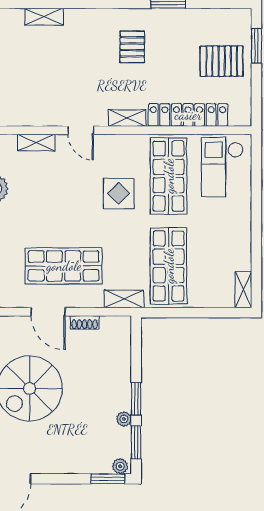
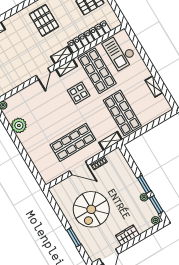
pallet: (132, 47) -> (44, 20), width x1.50, depth x1.42
door: (81, 130) -> (43, 74), hinge flipped
shelving: (36, 142) -> (67, 68), moved
shelving: (243, 290) -> (154, 86), moved
wardrobe: (62, 463) -> (127, 235), added
window: (108, 479) -> (153, 230), removed

